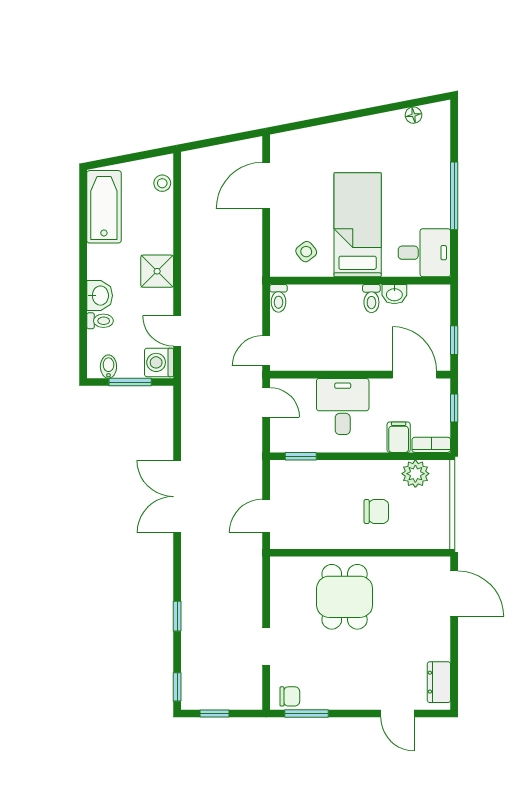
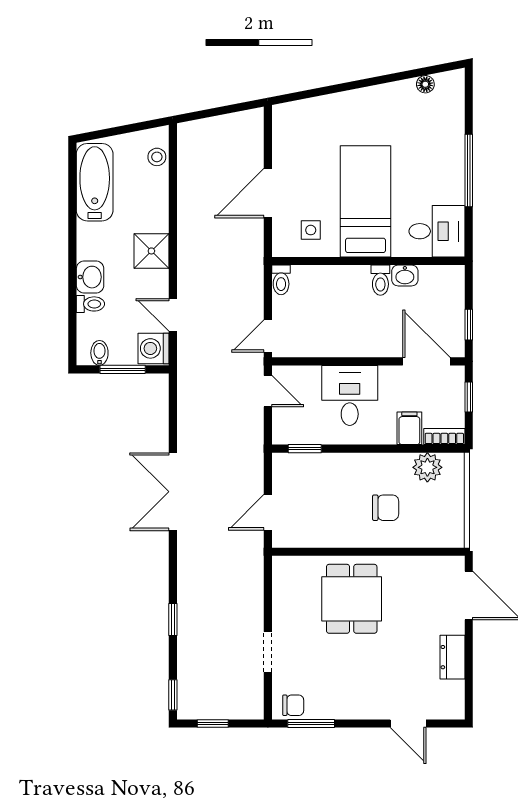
door: (266, 186) -> (268, 193), moved
side table: (306, 252) -> (311, 230), turned 38
dresser: (439, 682) -> (452, 657), moved

